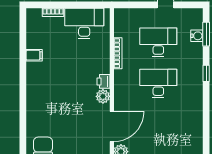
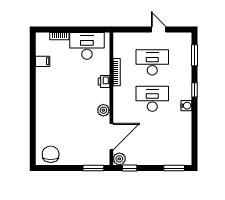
water cooler: (197, 36) -> (186, 106), moved
filing cabinet: (34, 55) -> (43, 61), moved
printer: (103, 81) -> (104, 82), moved

